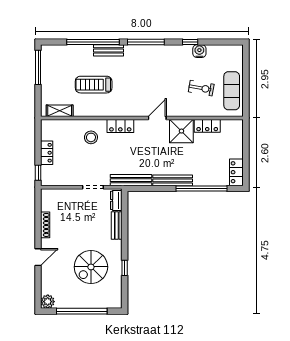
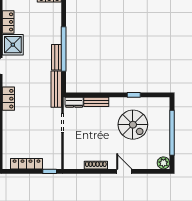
stool: (91, 137) -> (18, 125), removed
locker: (47, 153) -> (26, 164), width x1.53
bench: (173, 180) -> (56, 57), width x0.73
window: (201, 189) -> (64, 49), moved

